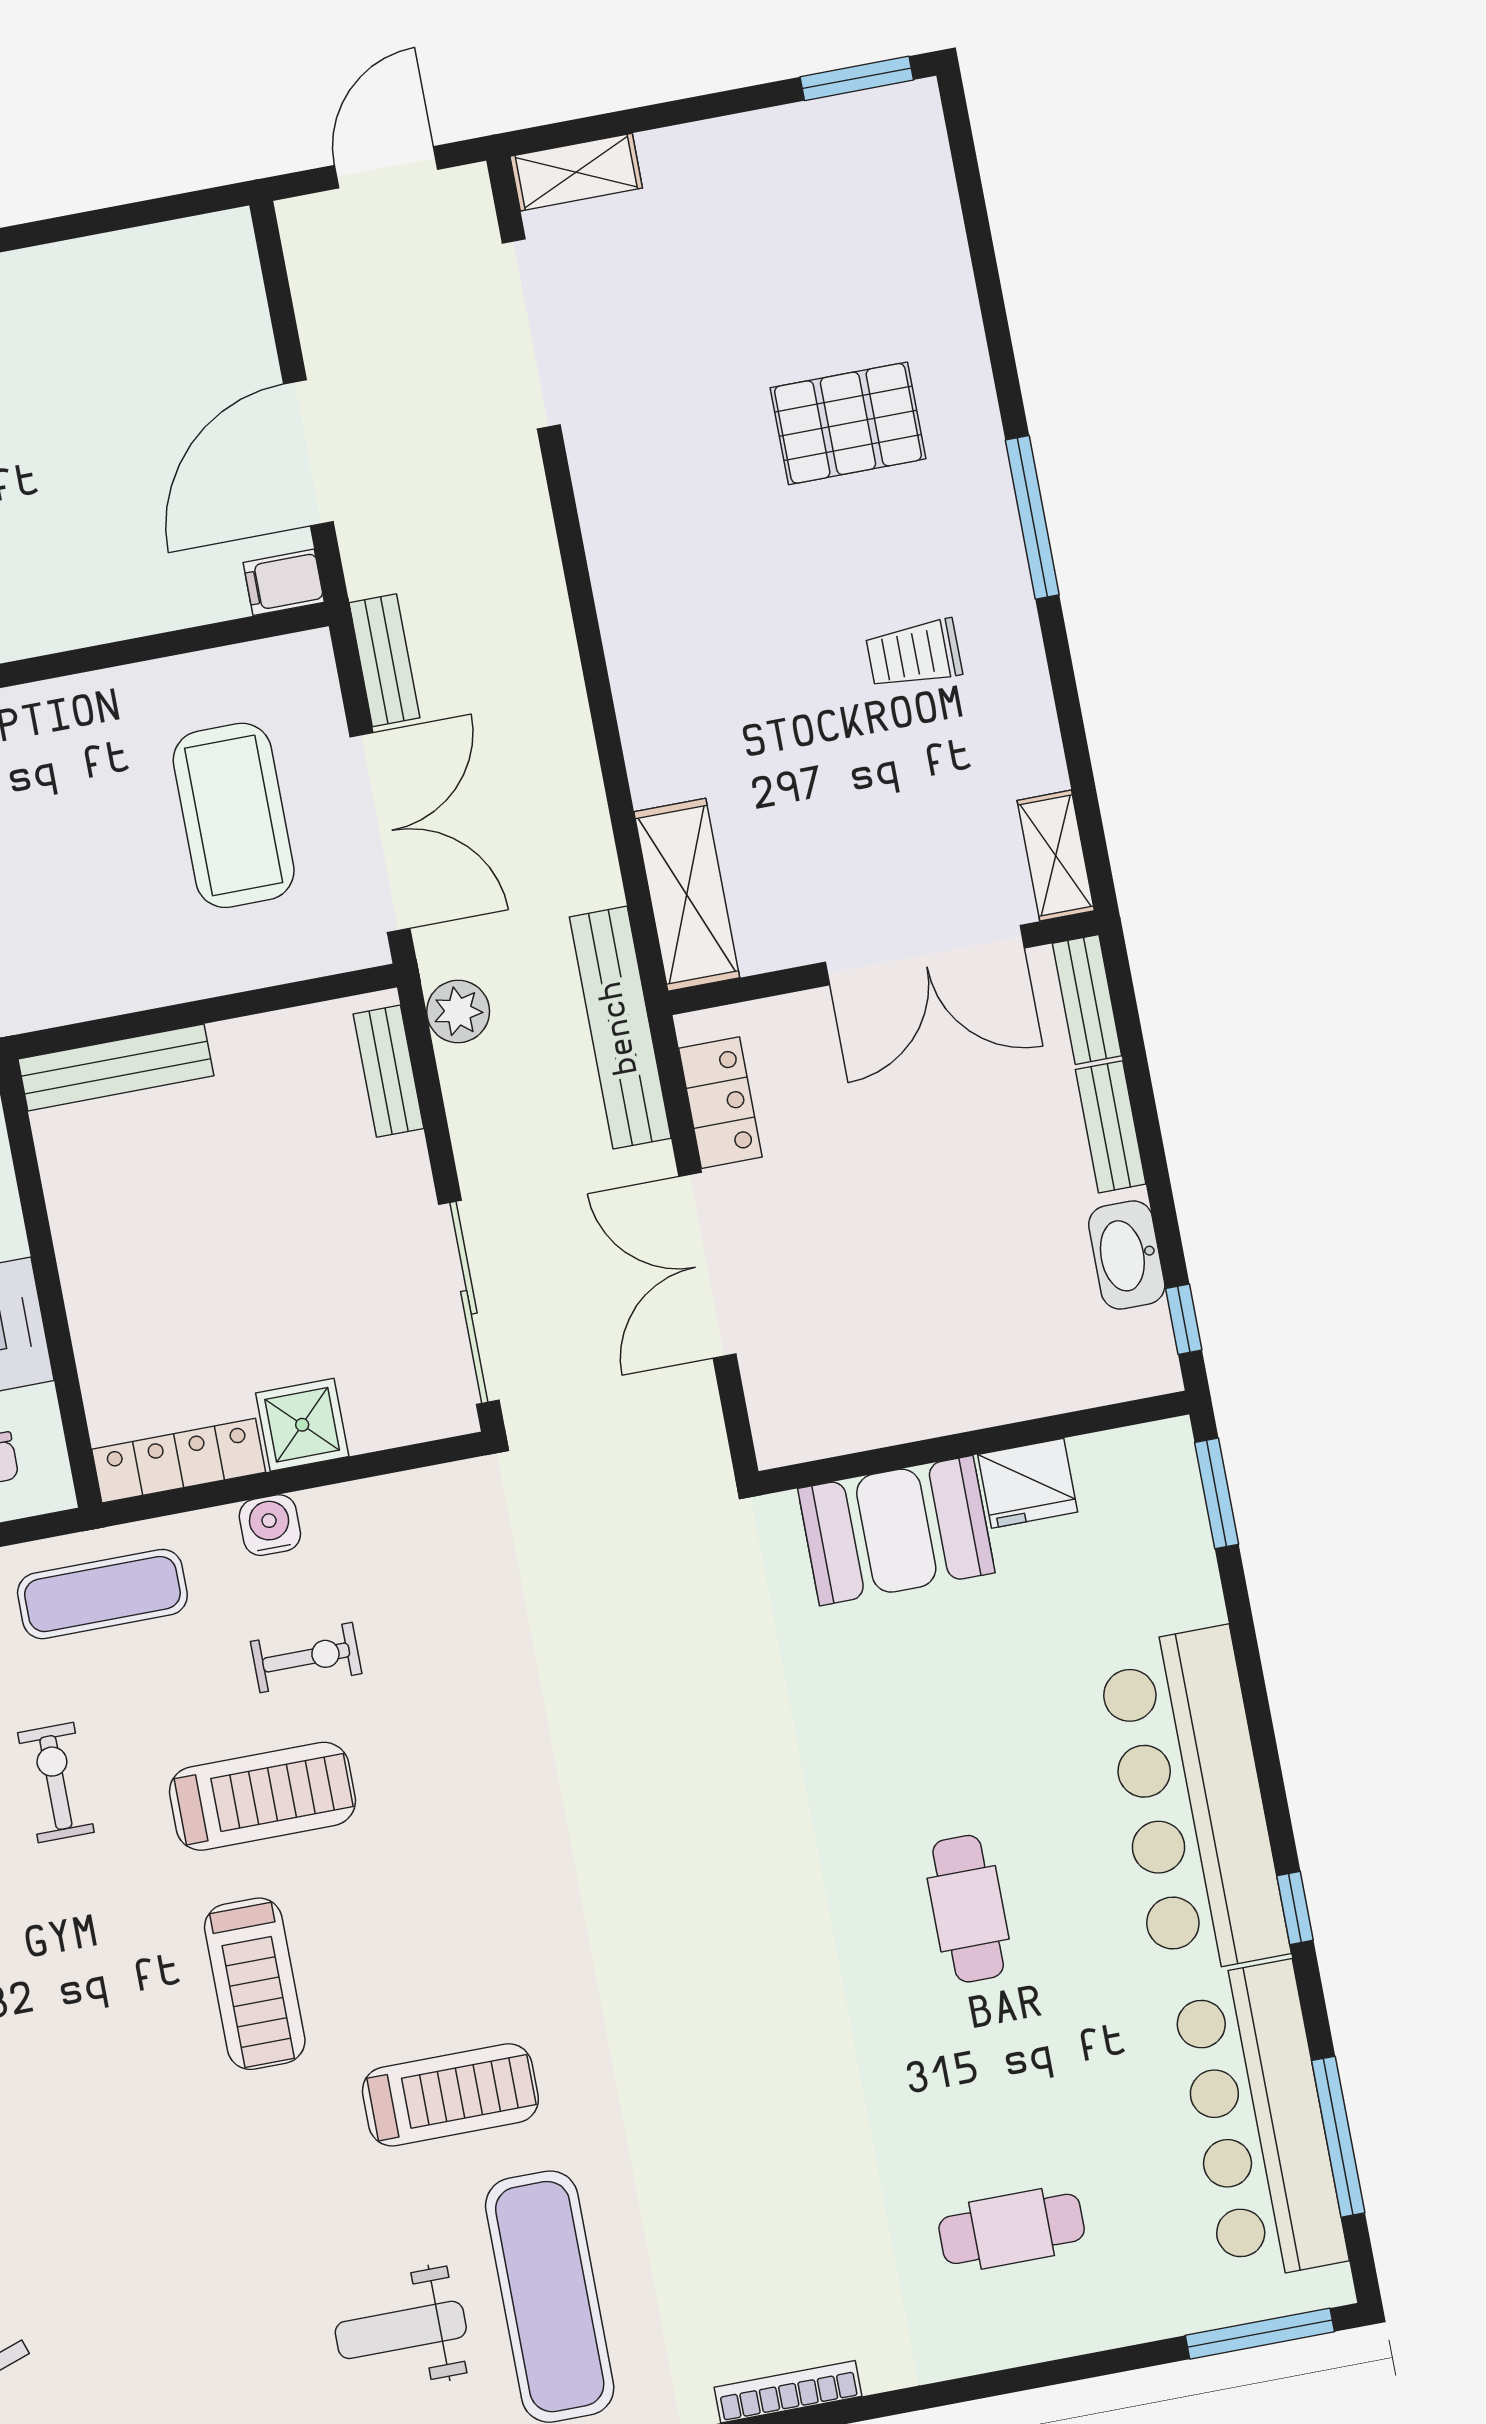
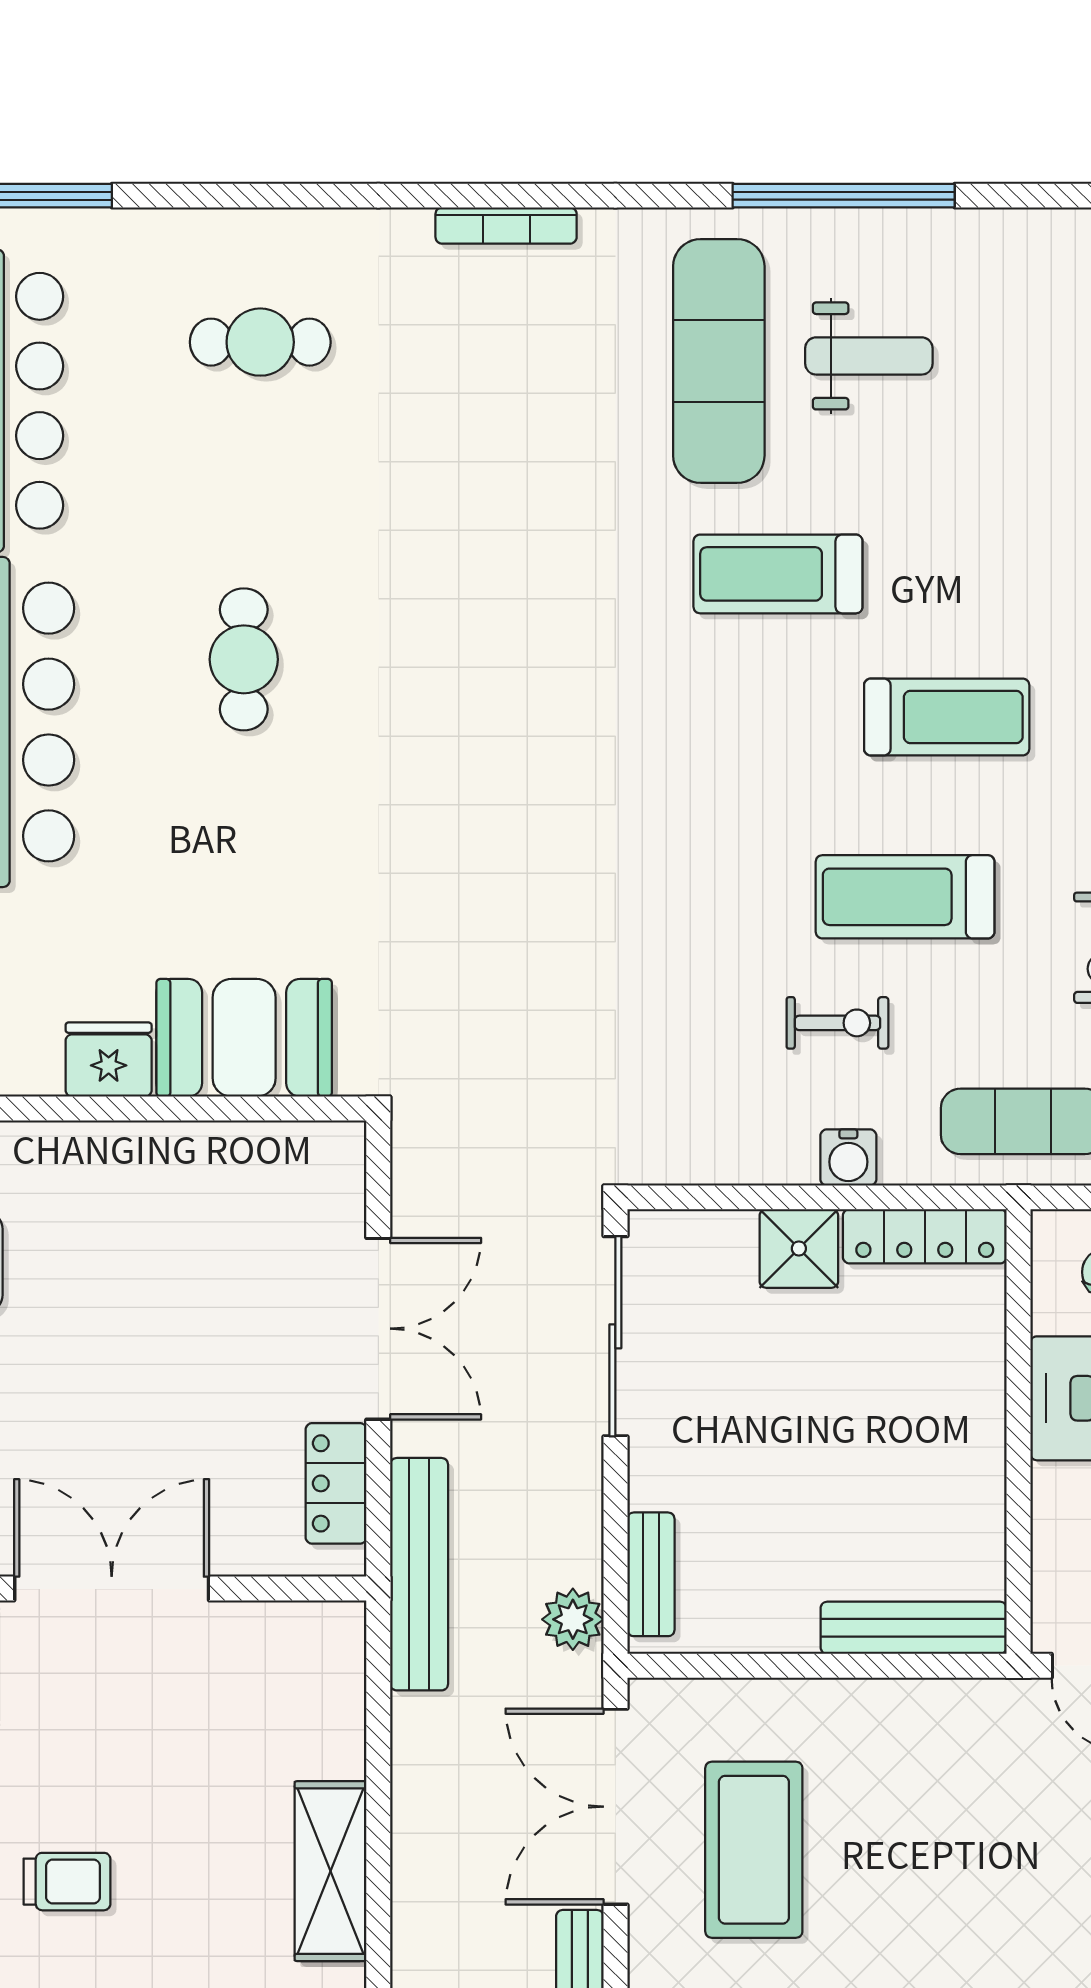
shelving: (687, 895) -> (331, 1871), moved
exercise bike: (306, 1657) -> (837, 1023), turned 180
treadmill: (255, 1984) -> (947, 717), turned 90

